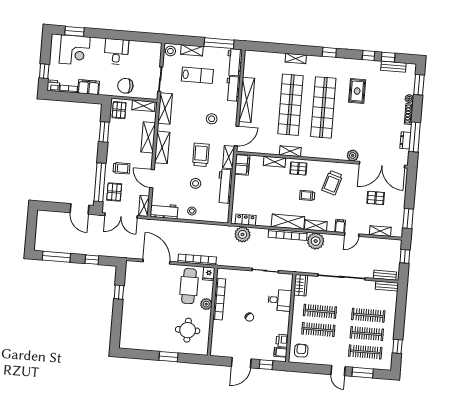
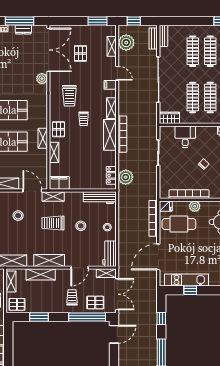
trolley: (332, 183) -> (69, 96), turned 73
workbench: (225, 186) -> (100, 198), moved
plant: (316, 241) -> (126, 43), moved
kitchen unit: (130, 289) -> (187, 280), added

